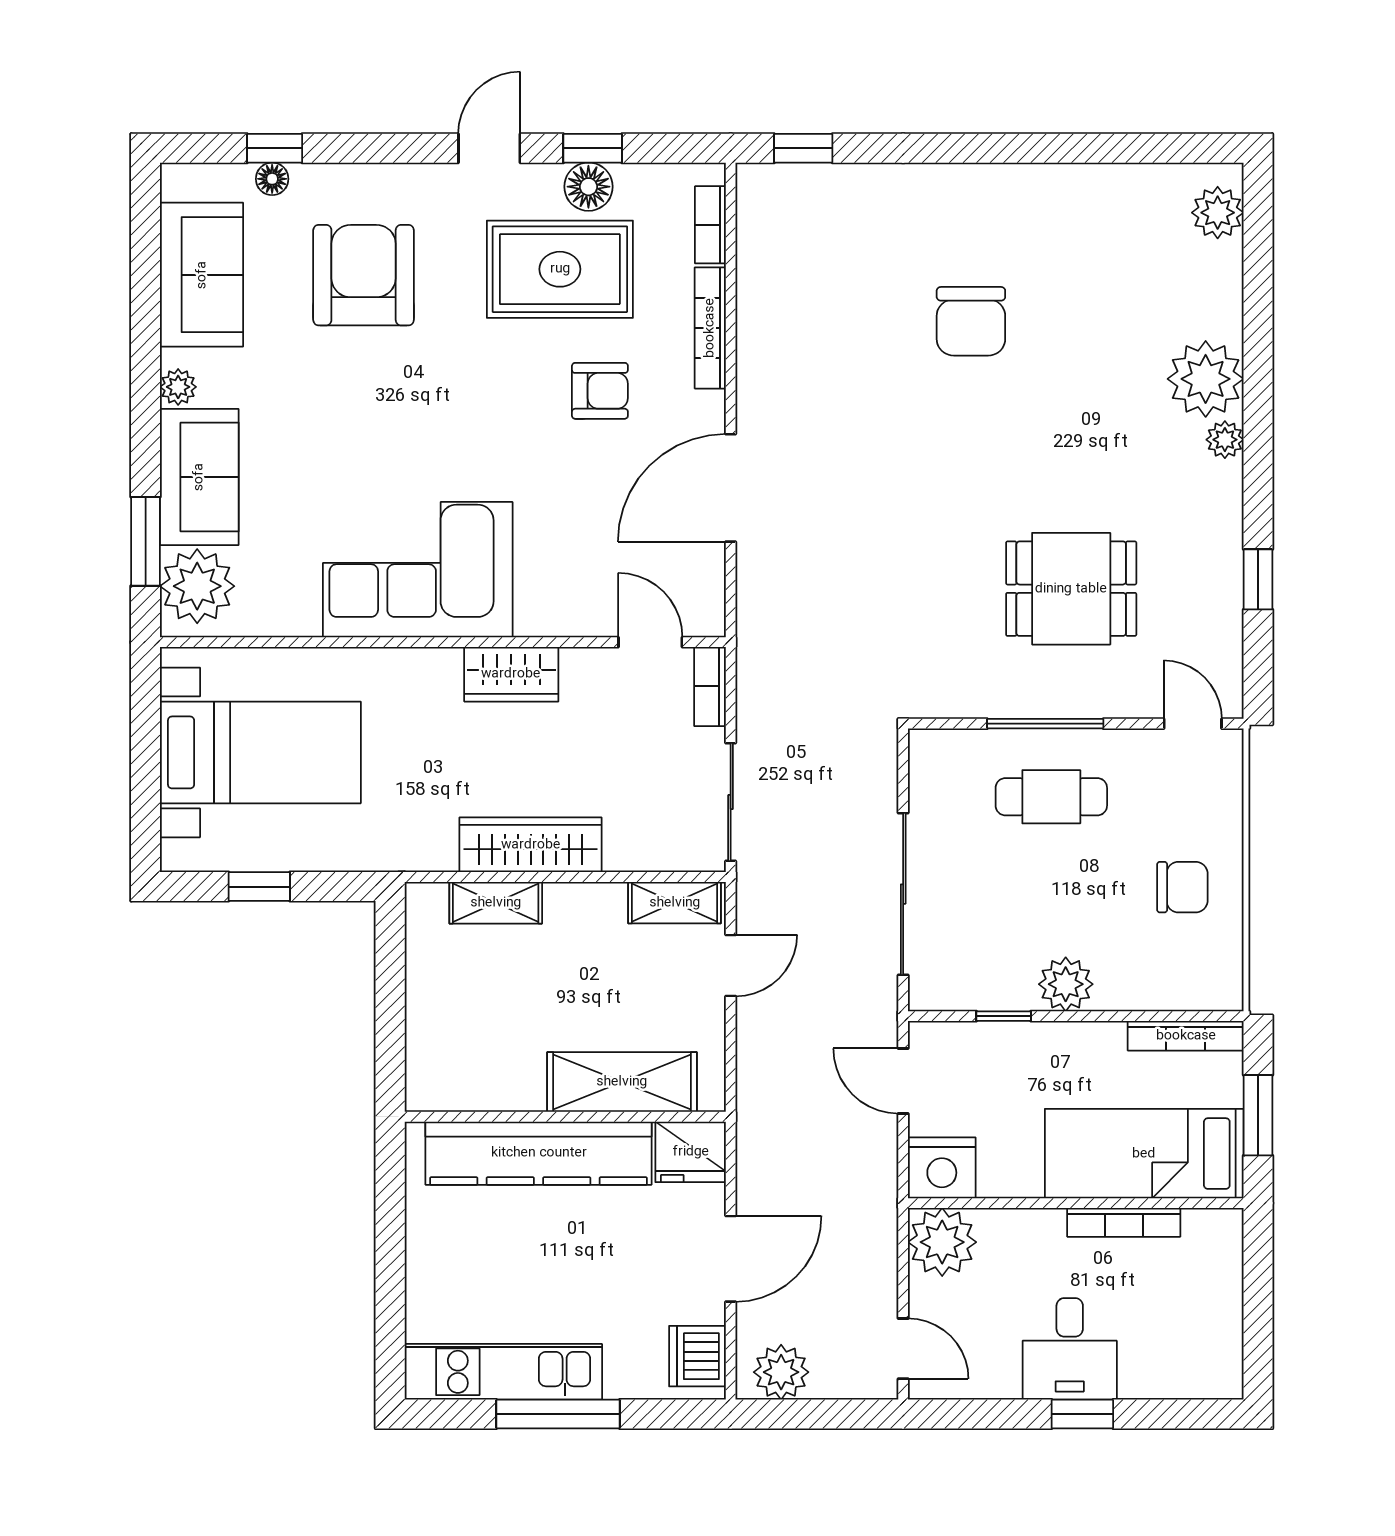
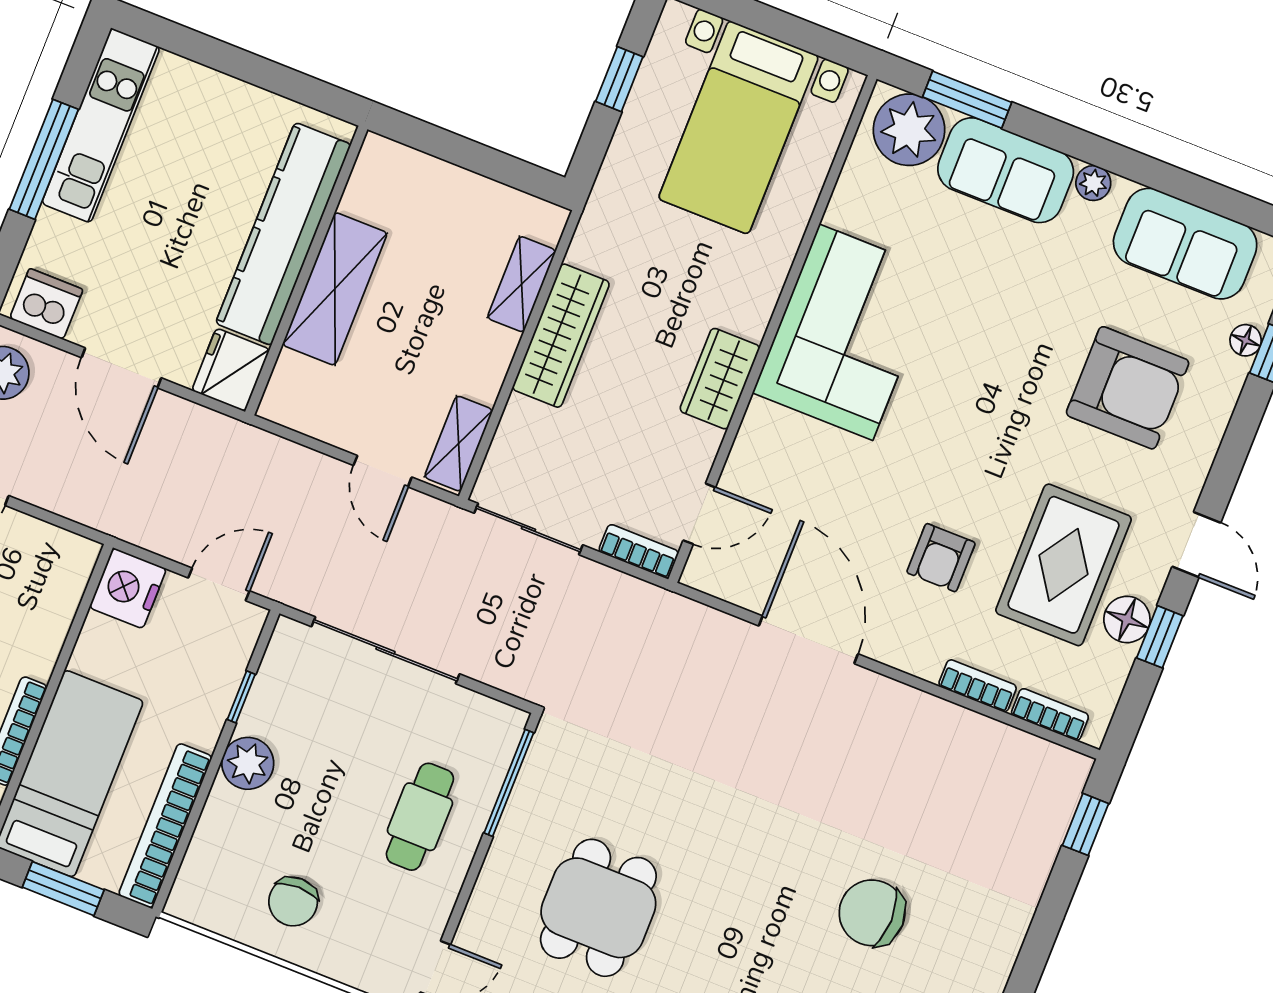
bookcase: (710, 328) -> (978, 686), width x0.64
window: (1045, 724) -> (509, 783), moved
bookcase: (1186, 1036) -> (165, 826), width x1.48, depth x1.31
shelving: (622, 1082) -> (335, 289), moved
plant: (942, 1242) -> (62, 562), removed

